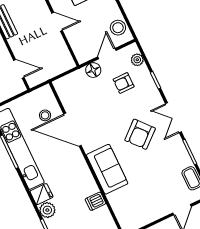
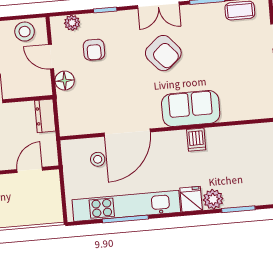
dresser: (62, 65) -> (45, 116), added
dishwasher: (95, 201) -> (196, 140), moved

